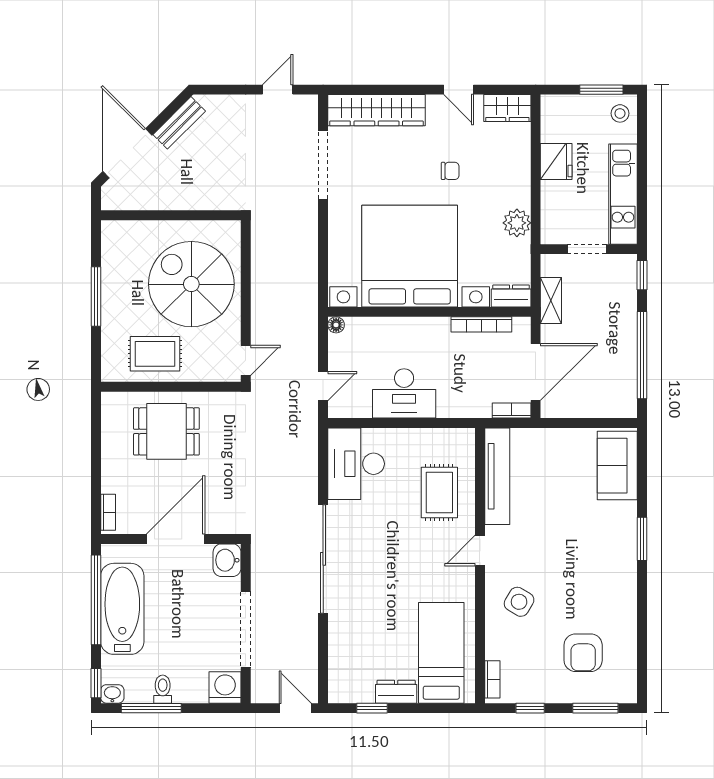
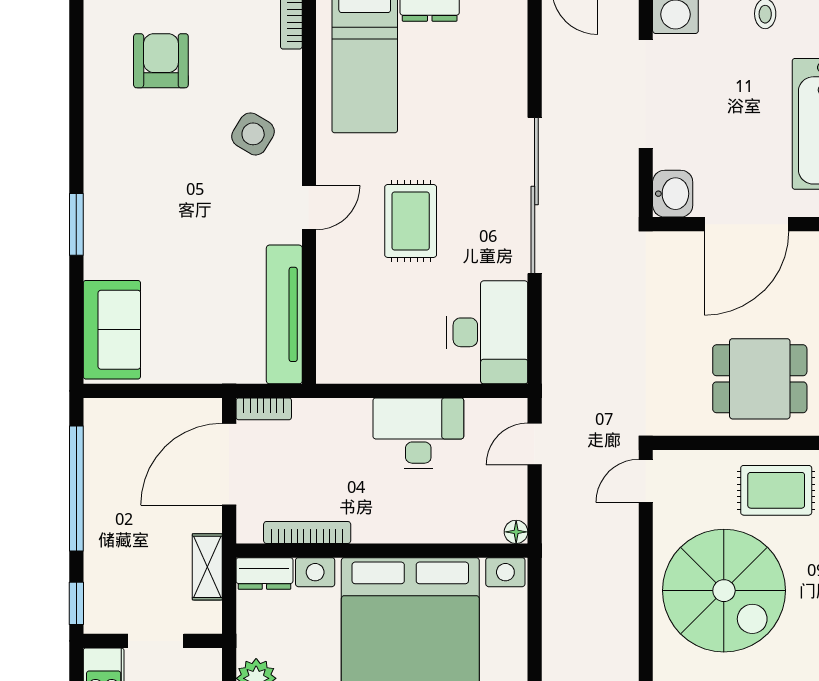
rug: (439, 493) -> (411, 221), moved

